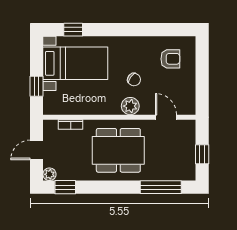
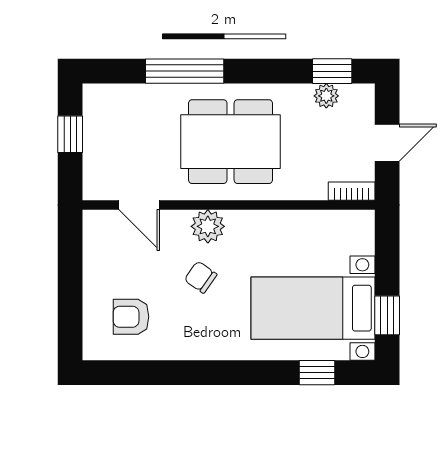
window: (37, 86) -> (387, 315), moved
bookcase: (71, 124) -> (352, 191), moved
plant: (49, 174) -> (326, 96), moved
window: (161, 187) -> (185, 71), moved

